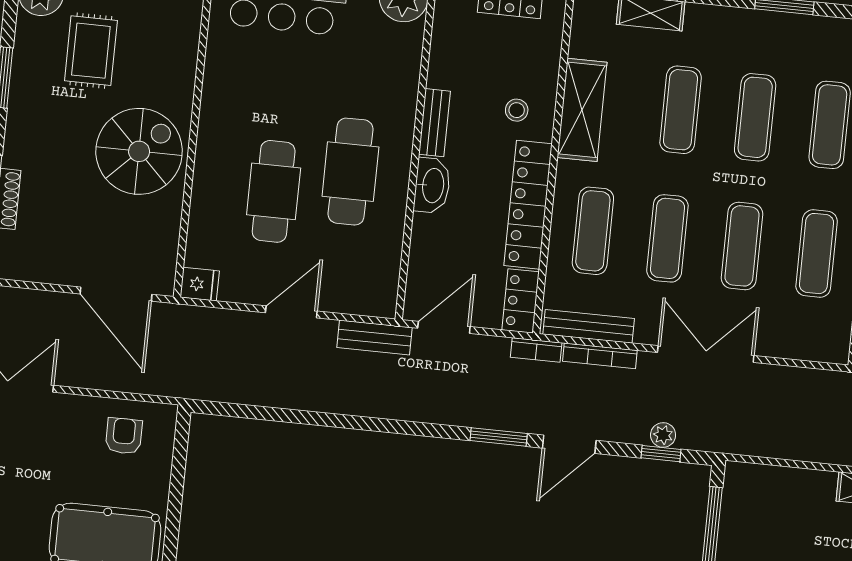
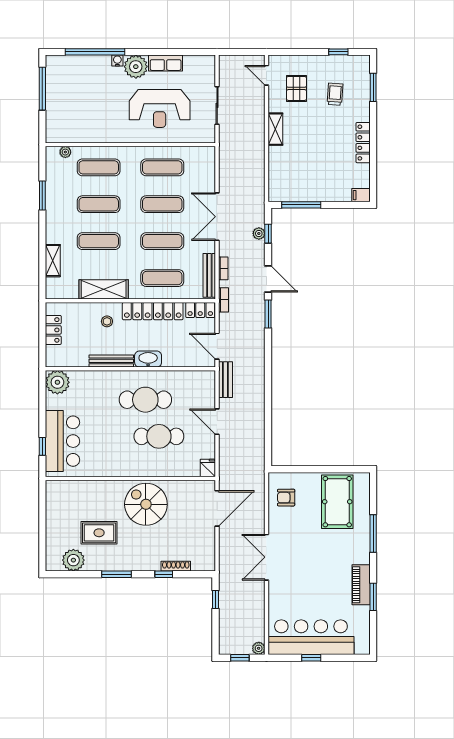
bench: (435, 123) -> (111, 361), width x1.36
bookcase: (600, 356) -> (223, 268), width x0.64

